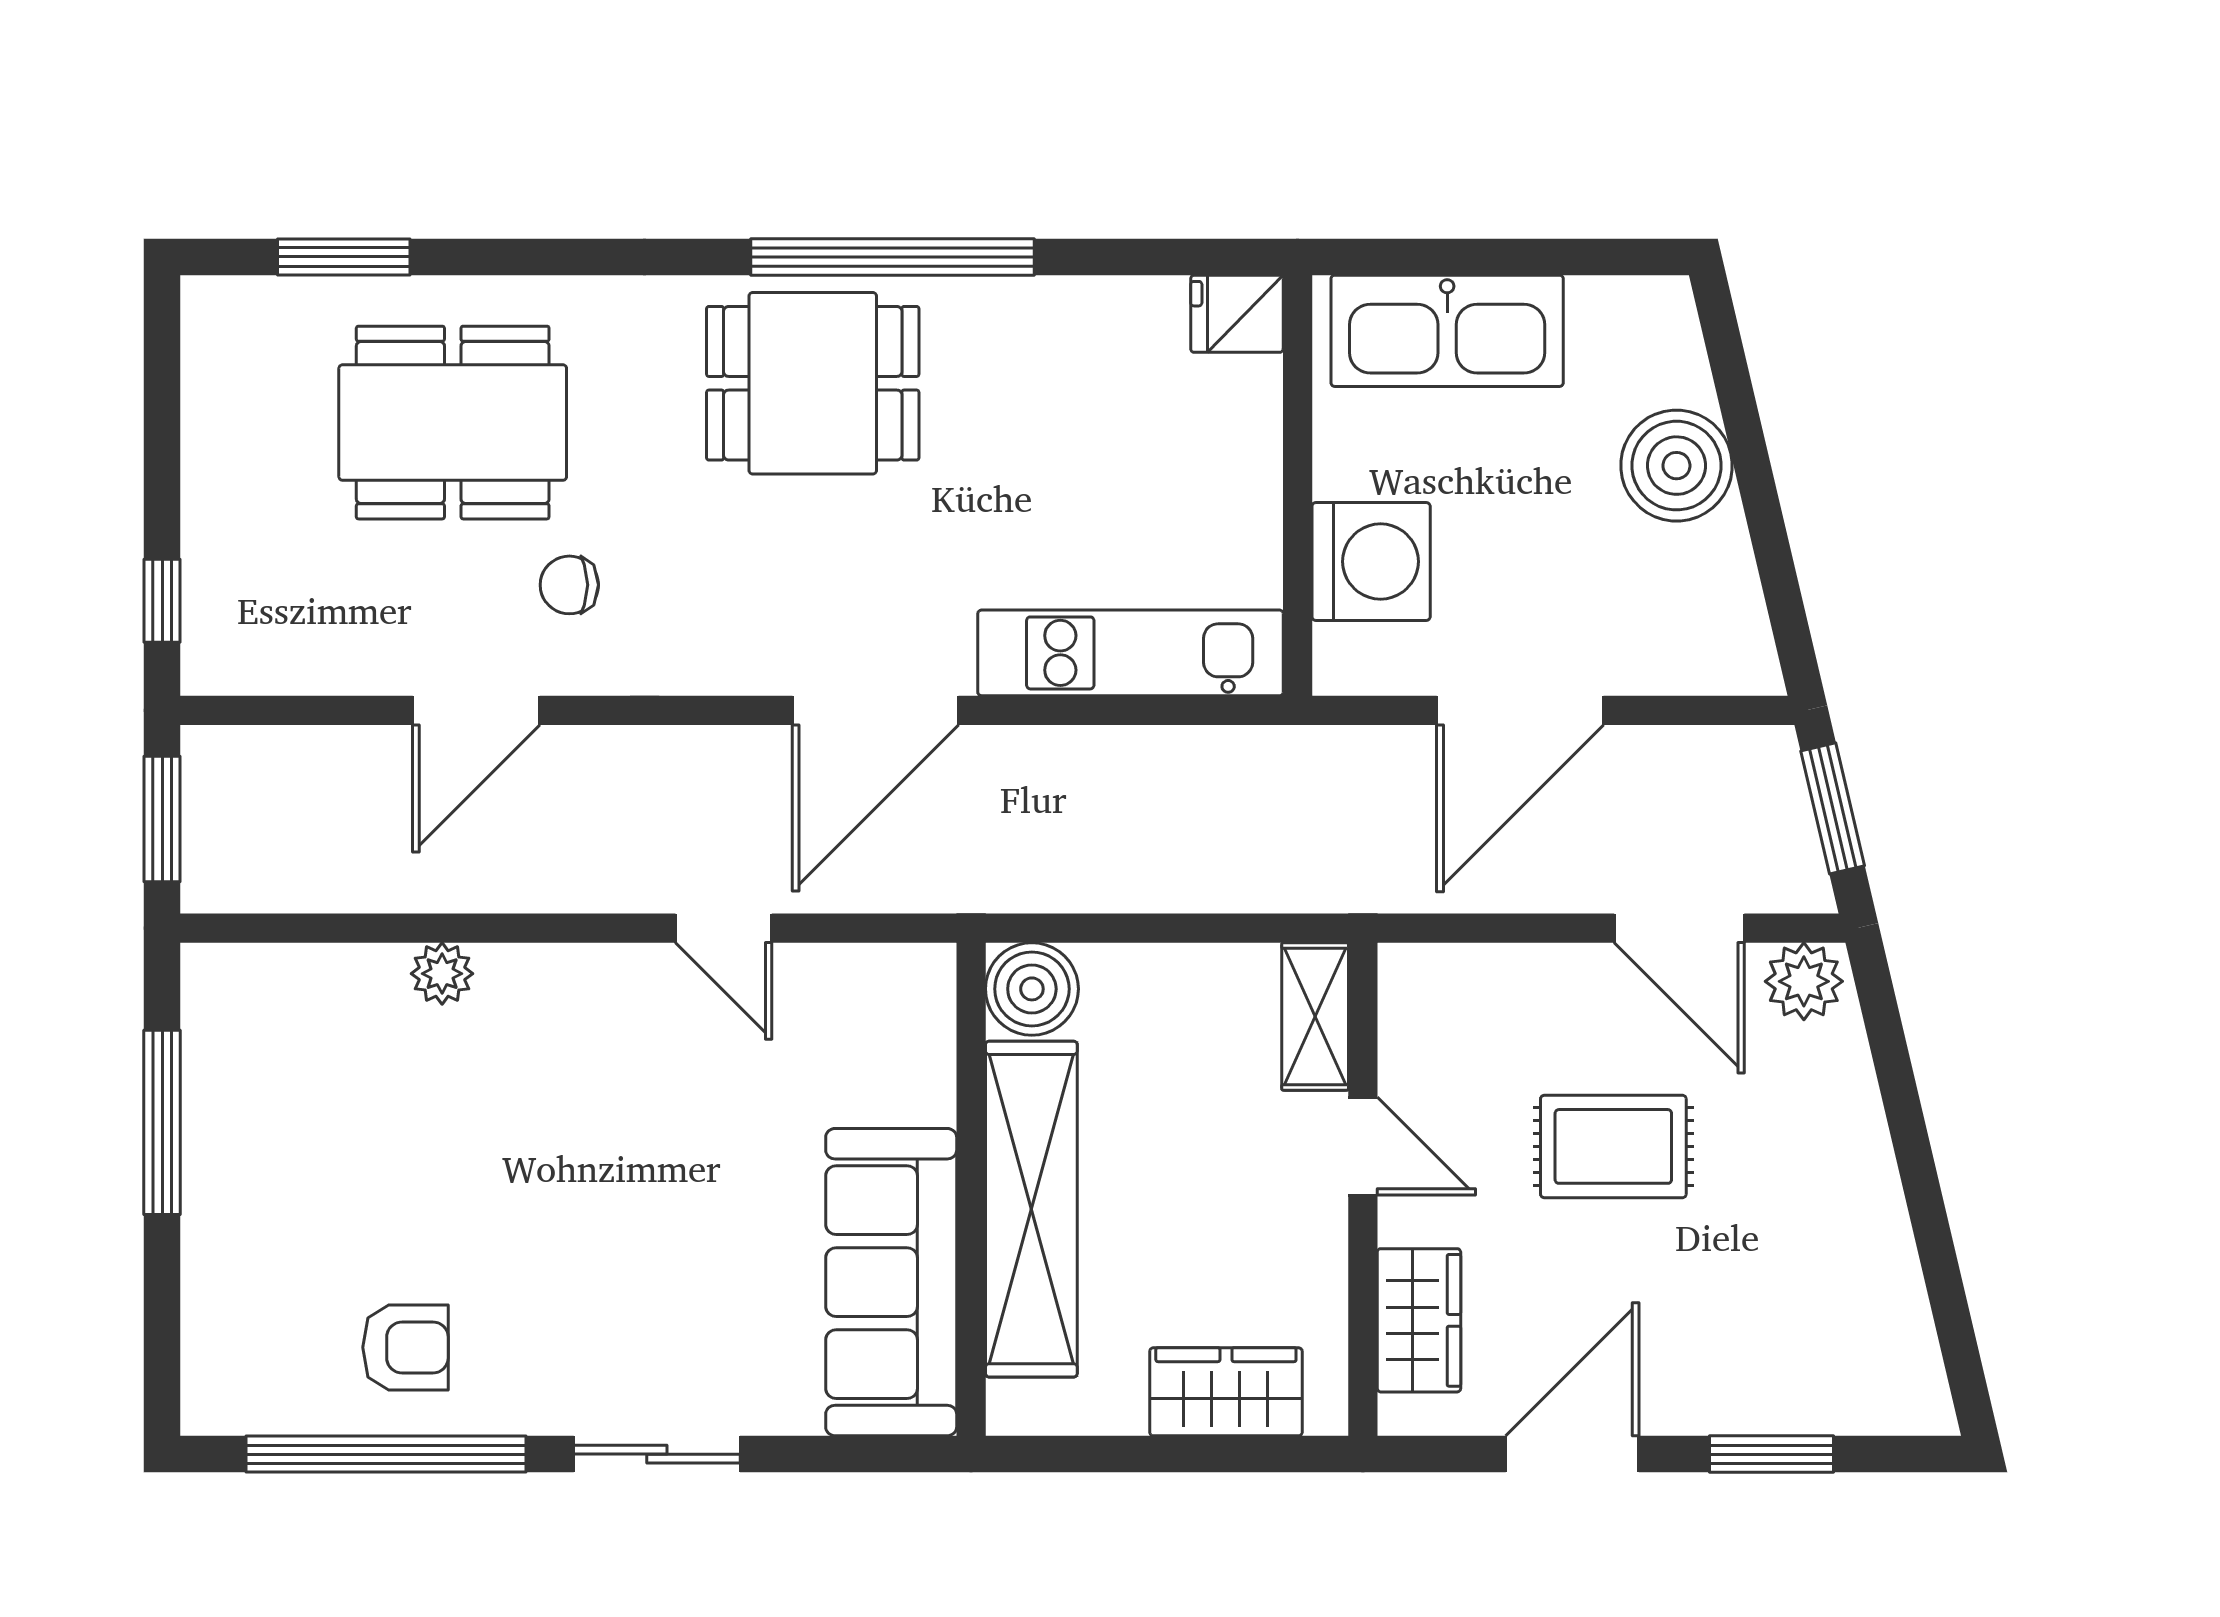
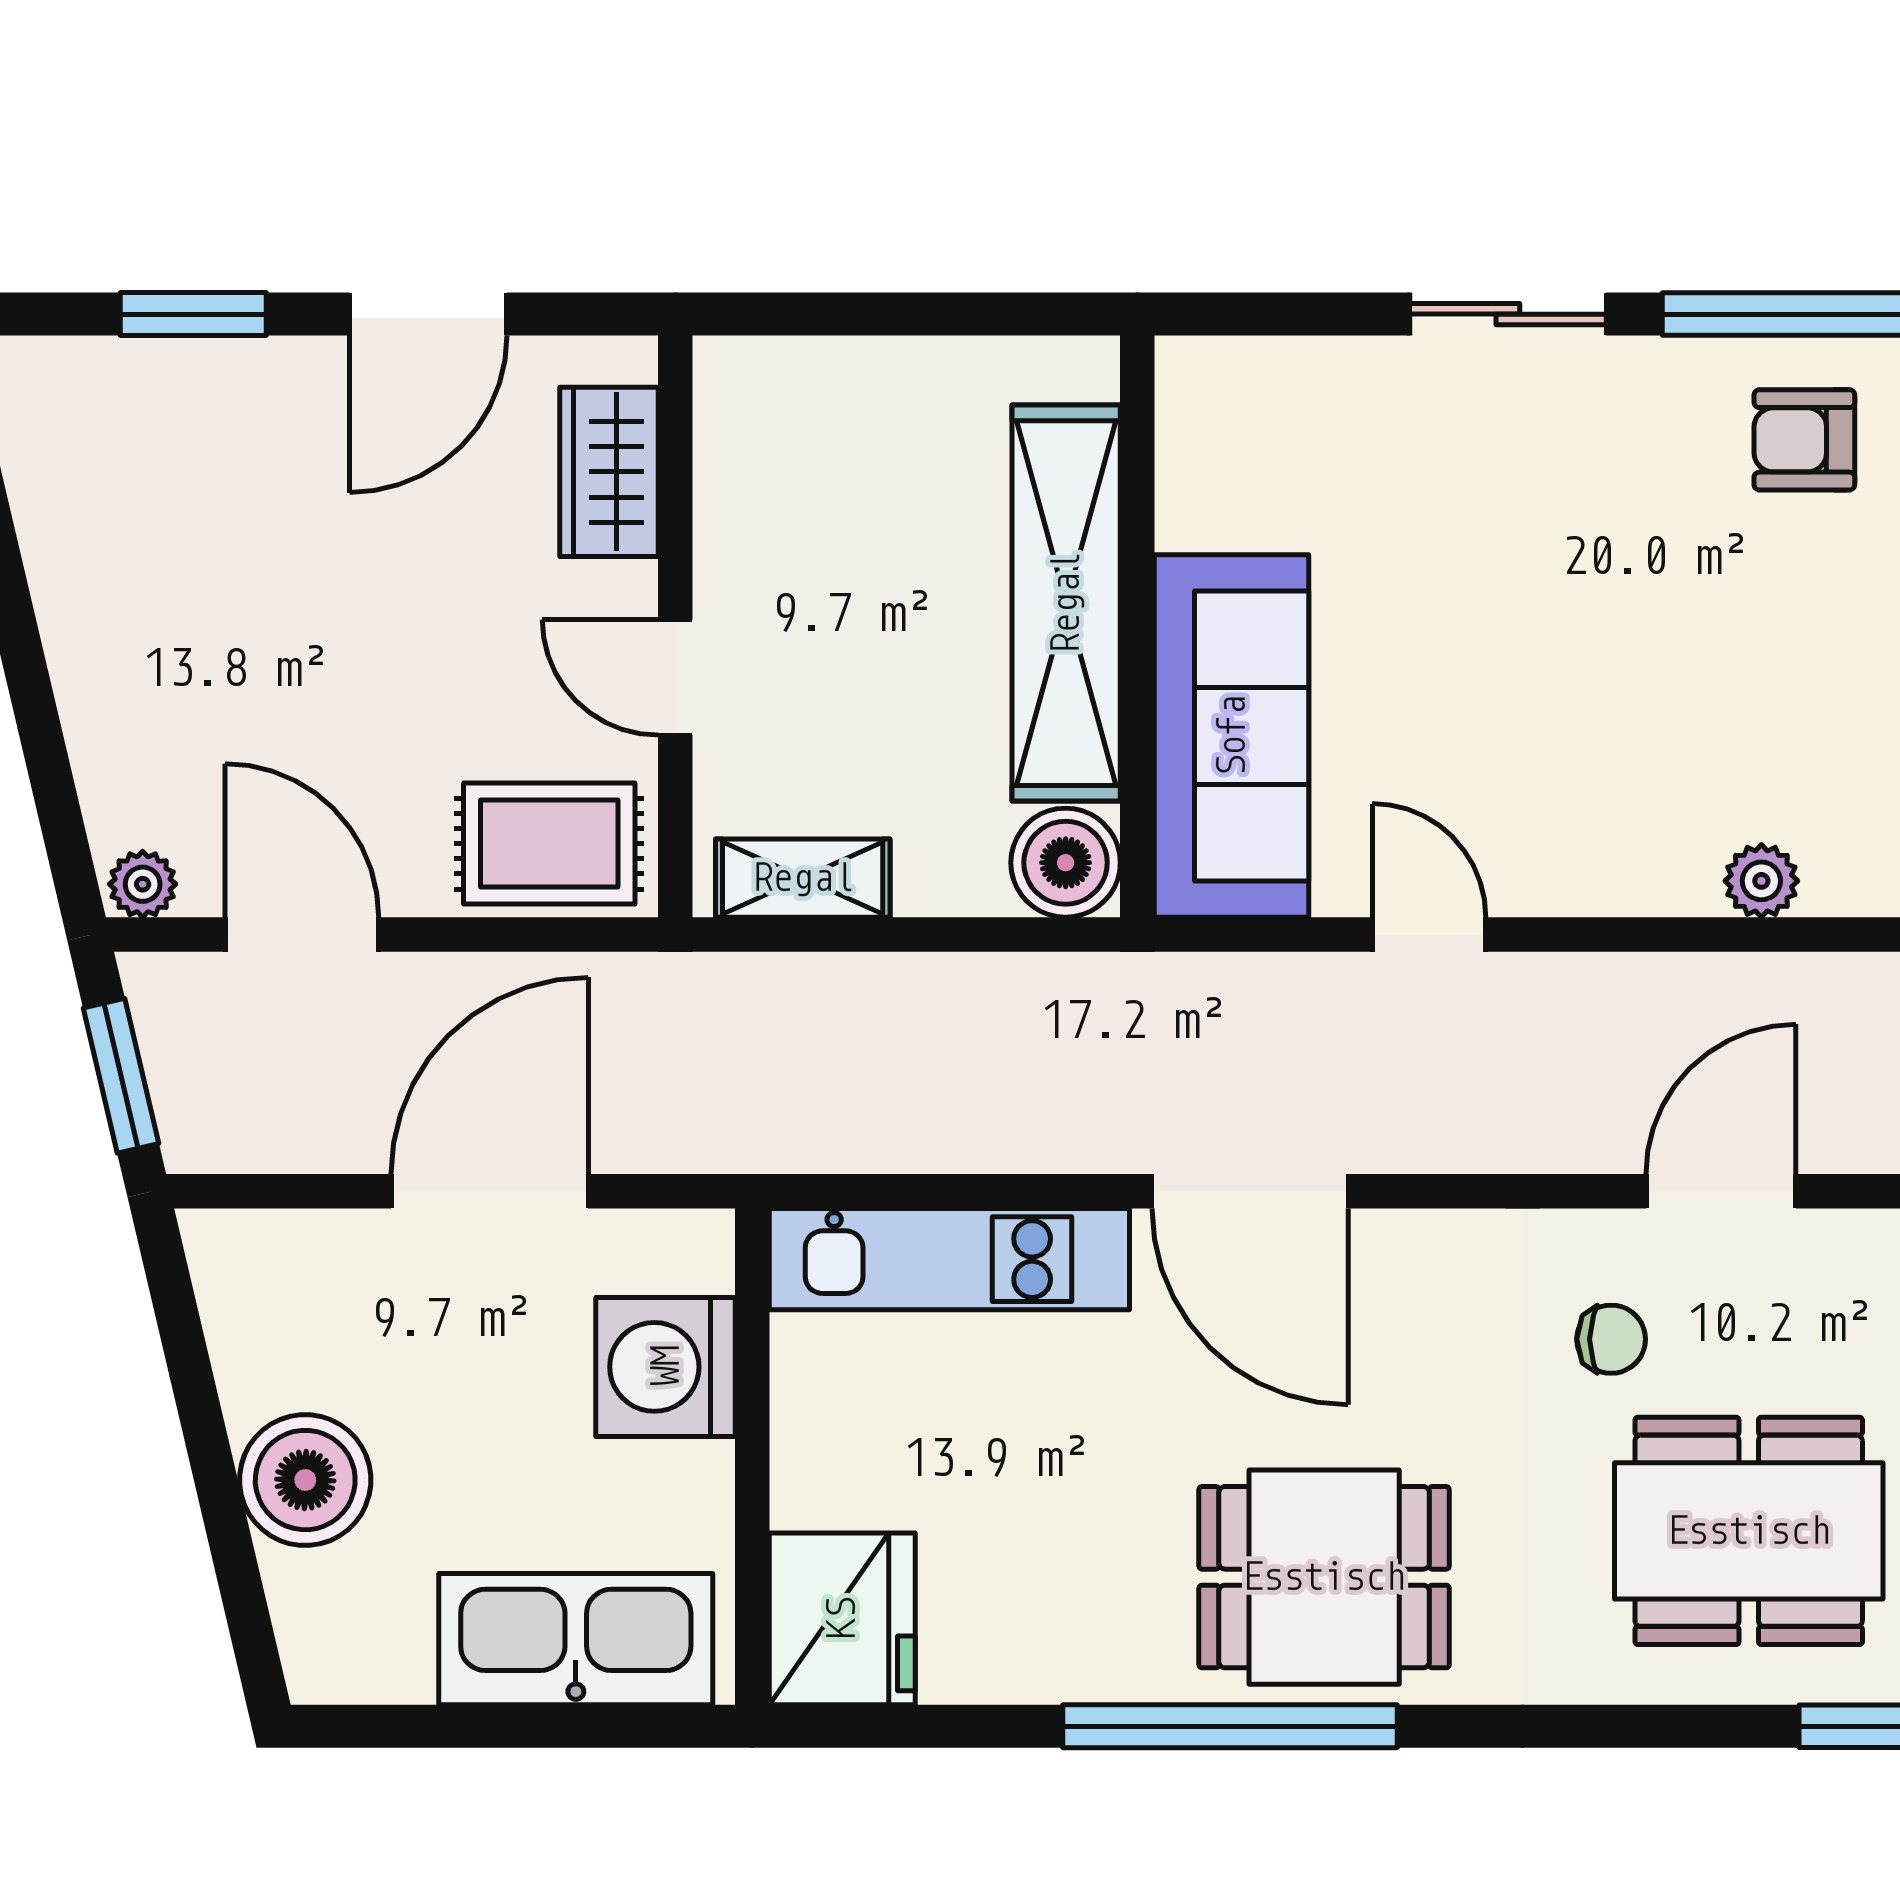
fridge: (1237, 314) -> (842, 1619), width x1.88, depth x1.34
door: (876, 710) -> (1250, 1191), swing flipped
plant: (1804, 981) -> (143, 884), width x0.73, depth x0.73
shelving: (1315, 1017) -> (803, 878), moved, turned 90
rug: (1613, 1146) -> (549, 844), moved
sofa: (891, 1282) -> (1232, 736), moved
wardrobe: (1226, 1392) -> (837, 388), removed

